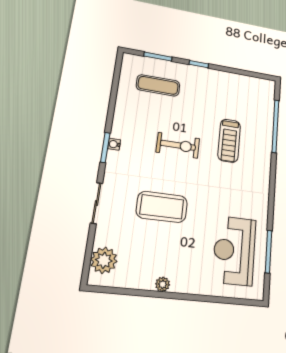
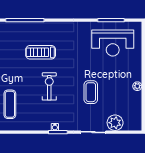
treadmill: (229, 141) -> (41, 52), turned 180
coffee table: (162, 207) -> (91, 92), width x0.73, depth x0.76
plant: (104, 260) -> (115, 123), moved

